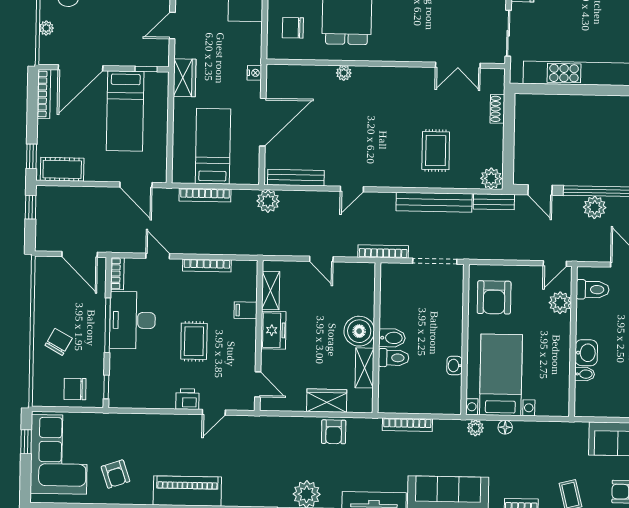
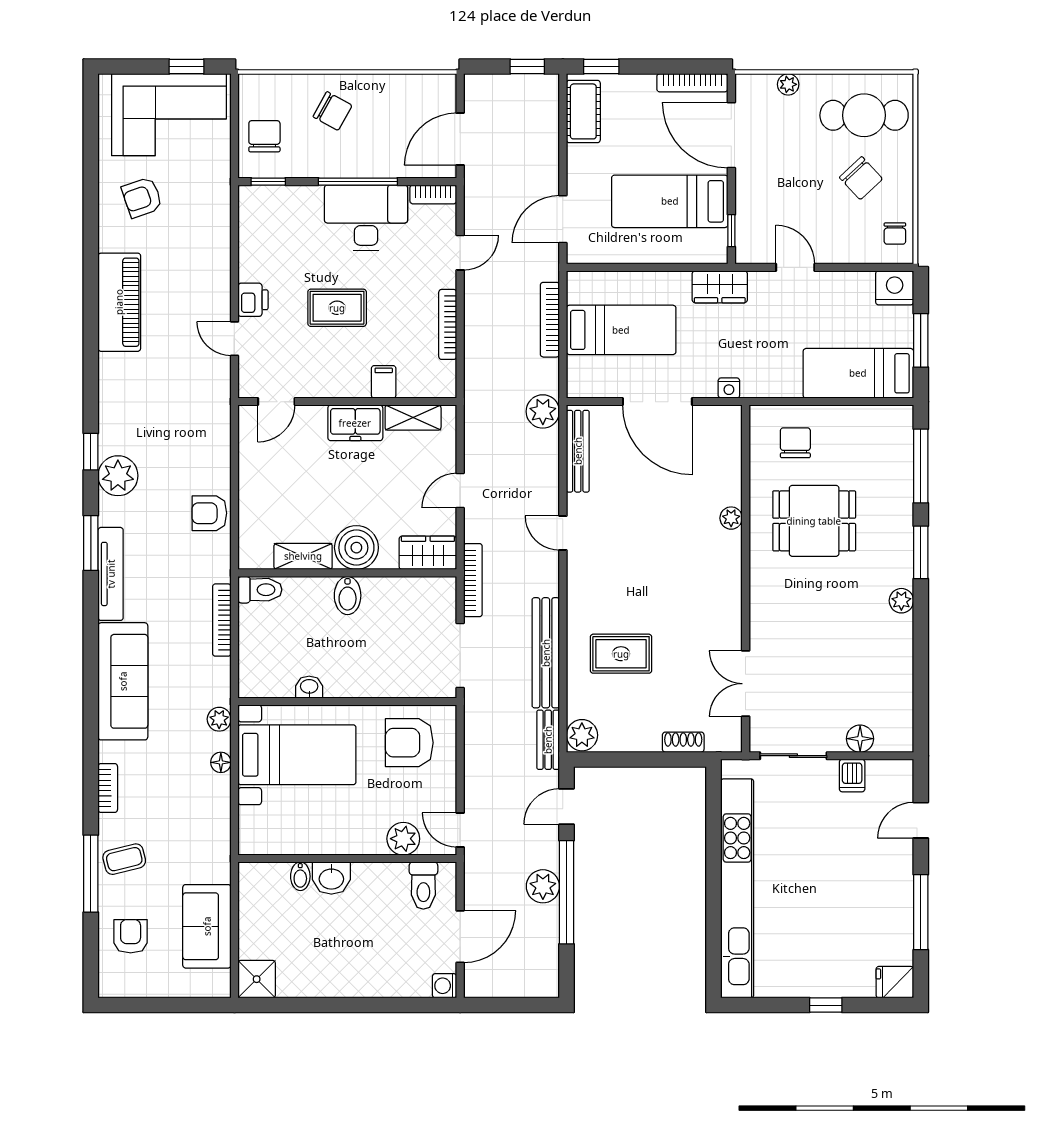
toilet: (394, 358) -> (260, 590), moved, turned -90
wardrobe: (327, 401) -> (428, 553), moved, turned -90

